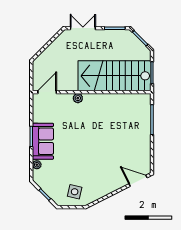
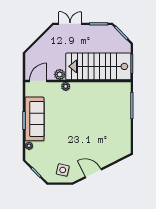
plant: (71, 85) -> (60, 74), added
sofa: (43, 141) -> (34, 119), width x1.36
door: (138, 181) -> (93, 173), moved

